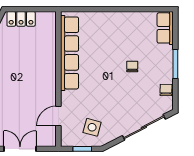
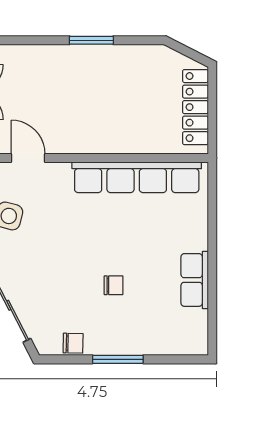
locker: (21, 19) -> (195, 107), width x1.53
row of seats: (165, 28) -> (195, 280), moved, turned -90

